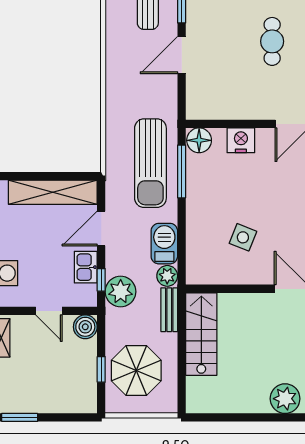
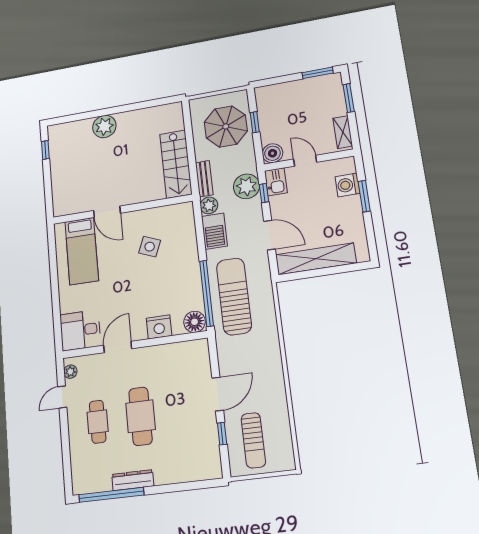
cafe table: (272, 41) -> (141, 416), width x1.37, depth x1.35
window: (182, 171) -> (206, 293), width x1.46
door: (101, 228) -> (269, 235), hinge flipped
kitchen sink: (86, 267) -> (276, 182), moved

